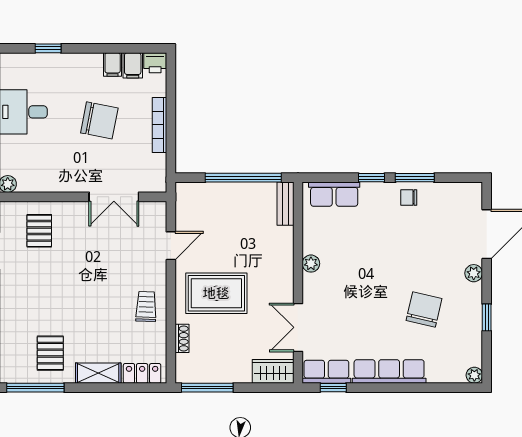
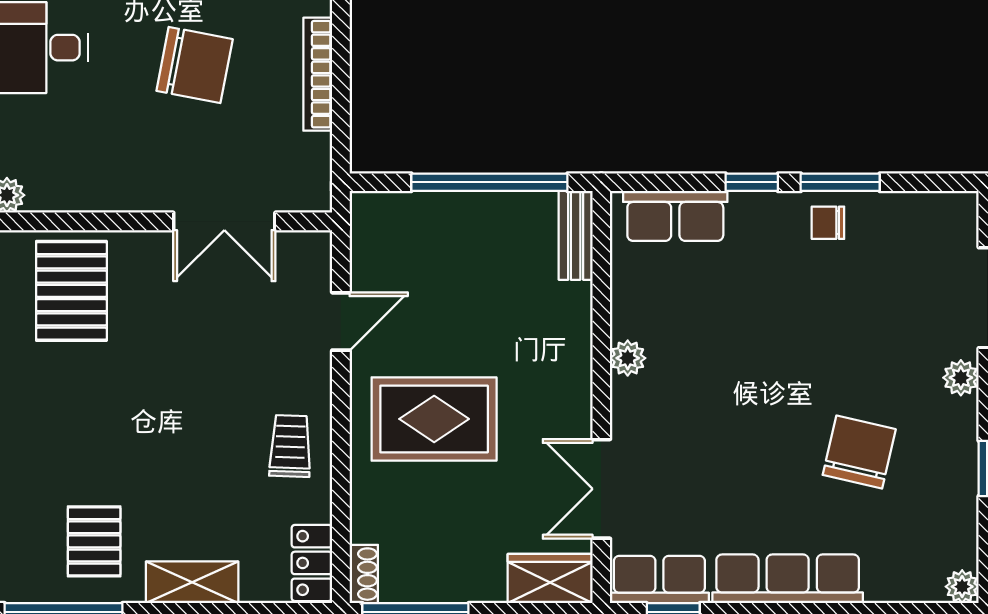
pallet: (39, 231) -> (71, 291), width x1.50, depth x1.42
shoe rack: (182, 338) -> (364, 574), moved
locker: (142, 373) -> (312, 563), moved, turned -90

